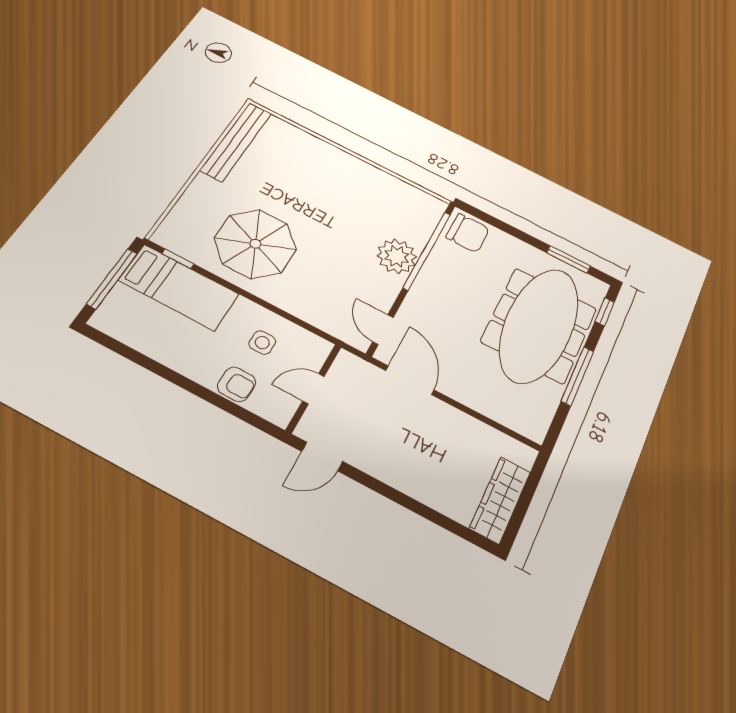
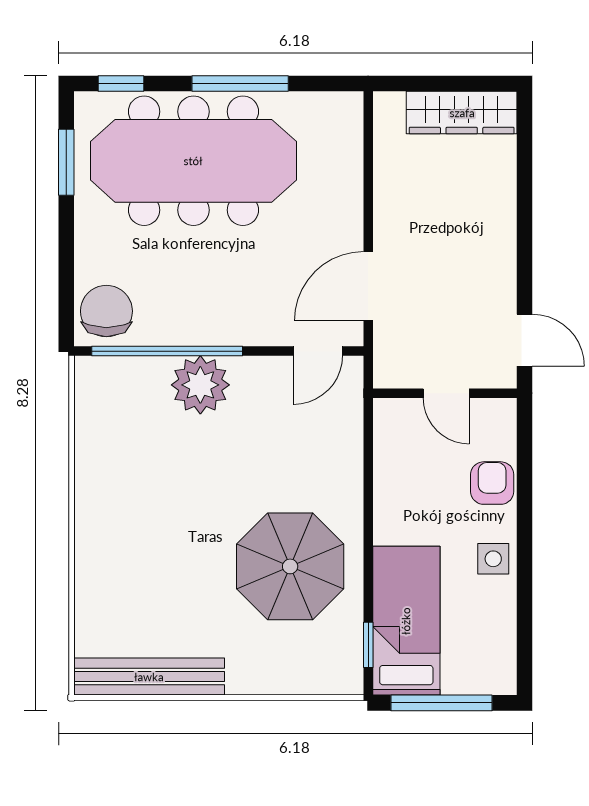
side table: (262, 343) -> (493, 559), moved

